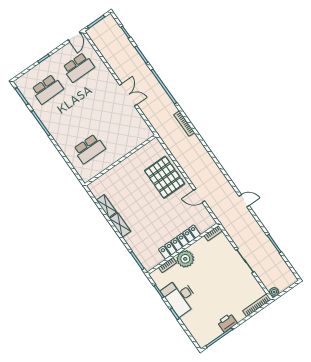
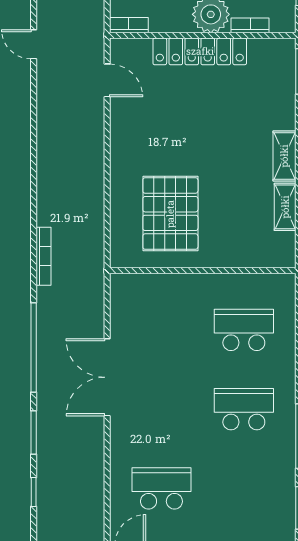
school desk: (47, 89) -> (244, 409), moved
double door: (128, 95) -> (107, 377), width x1.37
pallet: (165, 177) -> (170, 214), moved
door: (199, 196) -> (107, 80), moved

